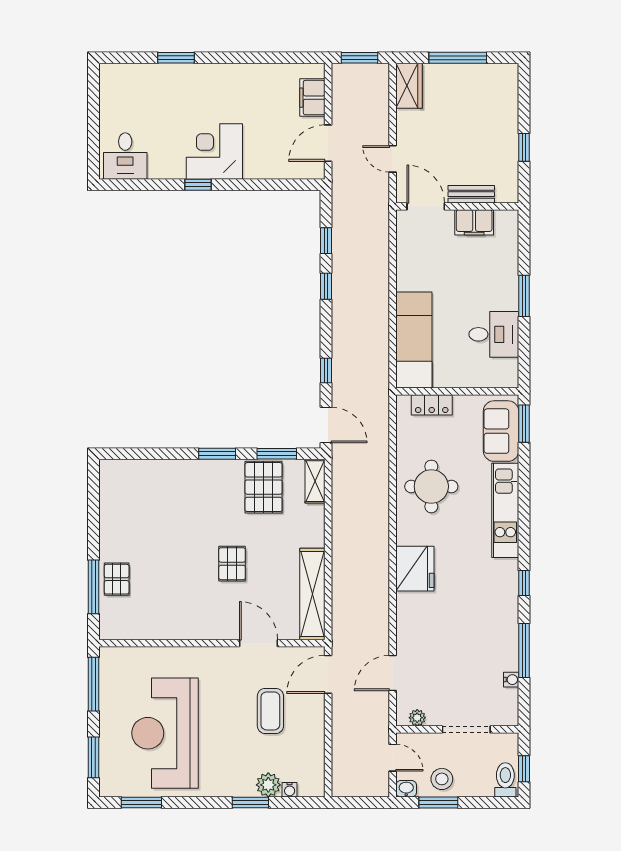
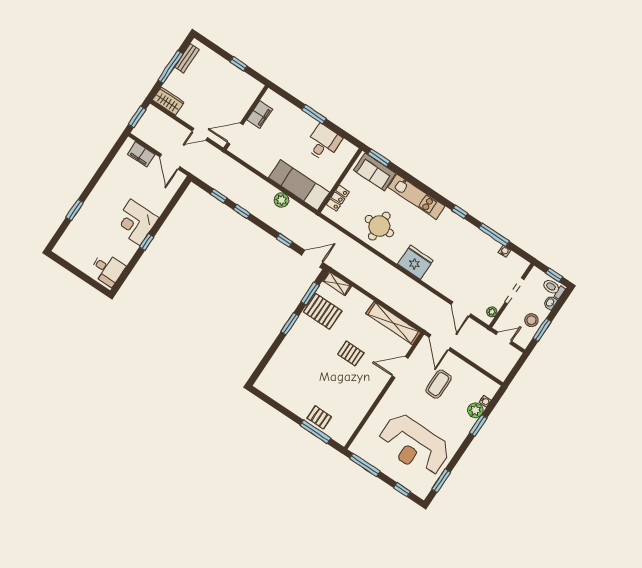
bench: (471, 194) -> (187, 58), moved
plant: (378, 330) -> (281, 200), added
coffee table: (270, 711) -> (439, 384), turned 90
window: (93, 757) -> (402, 490), width x0.67
washbasin: (406, 789) -> (550, 303), moved

